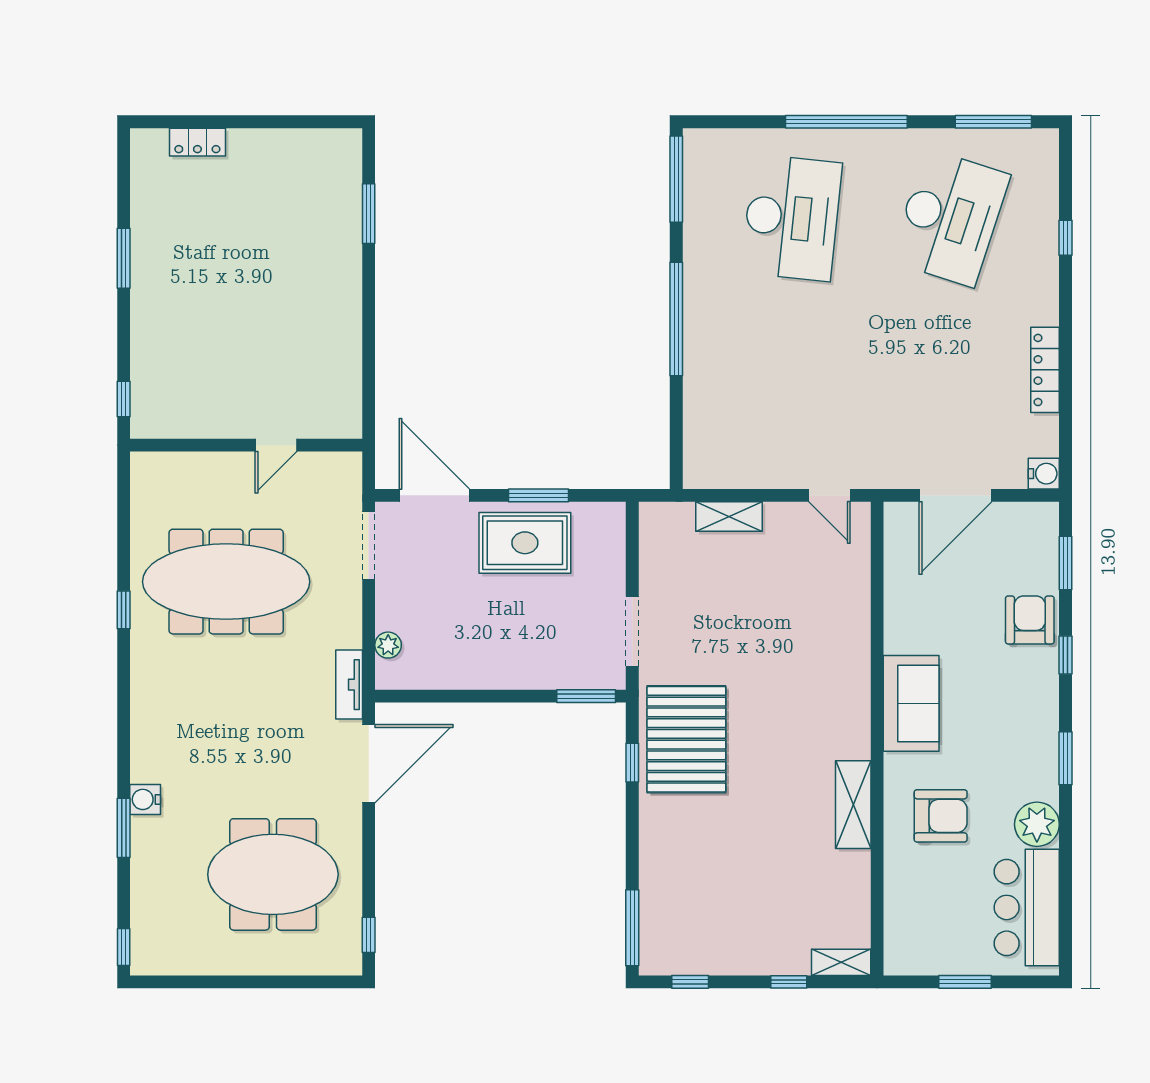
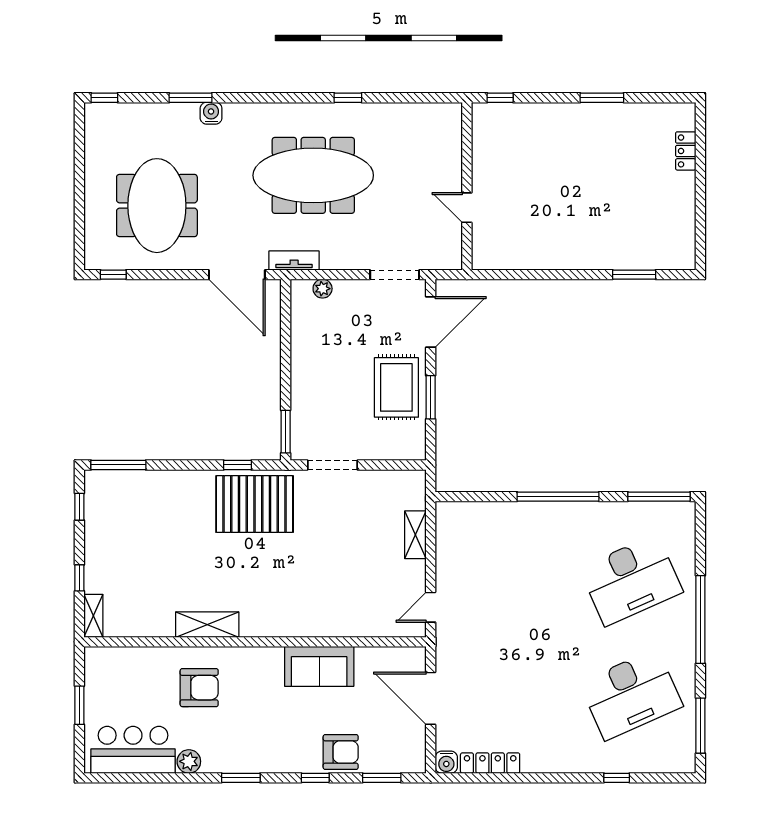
desk: (792, 218) -> (631, 580), turned -30
desk: (950, 218) -> (631, 694), turned -42
locker: (1045, 370) -> (490, 763), moved
meeting table: (226, 582) -> (313, 175), moved, turned 90
sofa: (911, 703) -> (319, 666), moved
armchair: (941, 816) -> (199, 688), turned -90
plant: (1037, 824) -> (189, 761), width x0.73, depth x0.73

